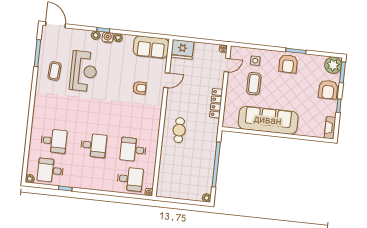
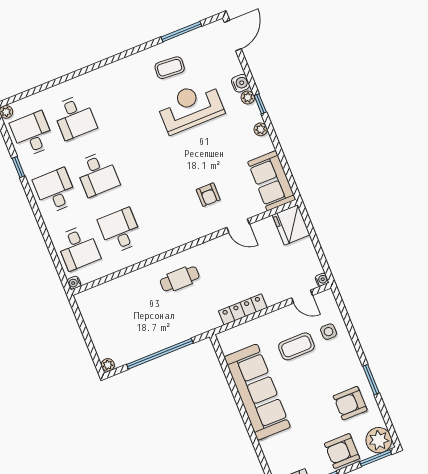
water cooler: (108, 37) -> (241, 83), moved
armchair: (288, 64) -> (350, 403), moved
reception desk: (84, 71) -> (190, 107), turned 180
desk: (90, 175) -> (55, 191), added

